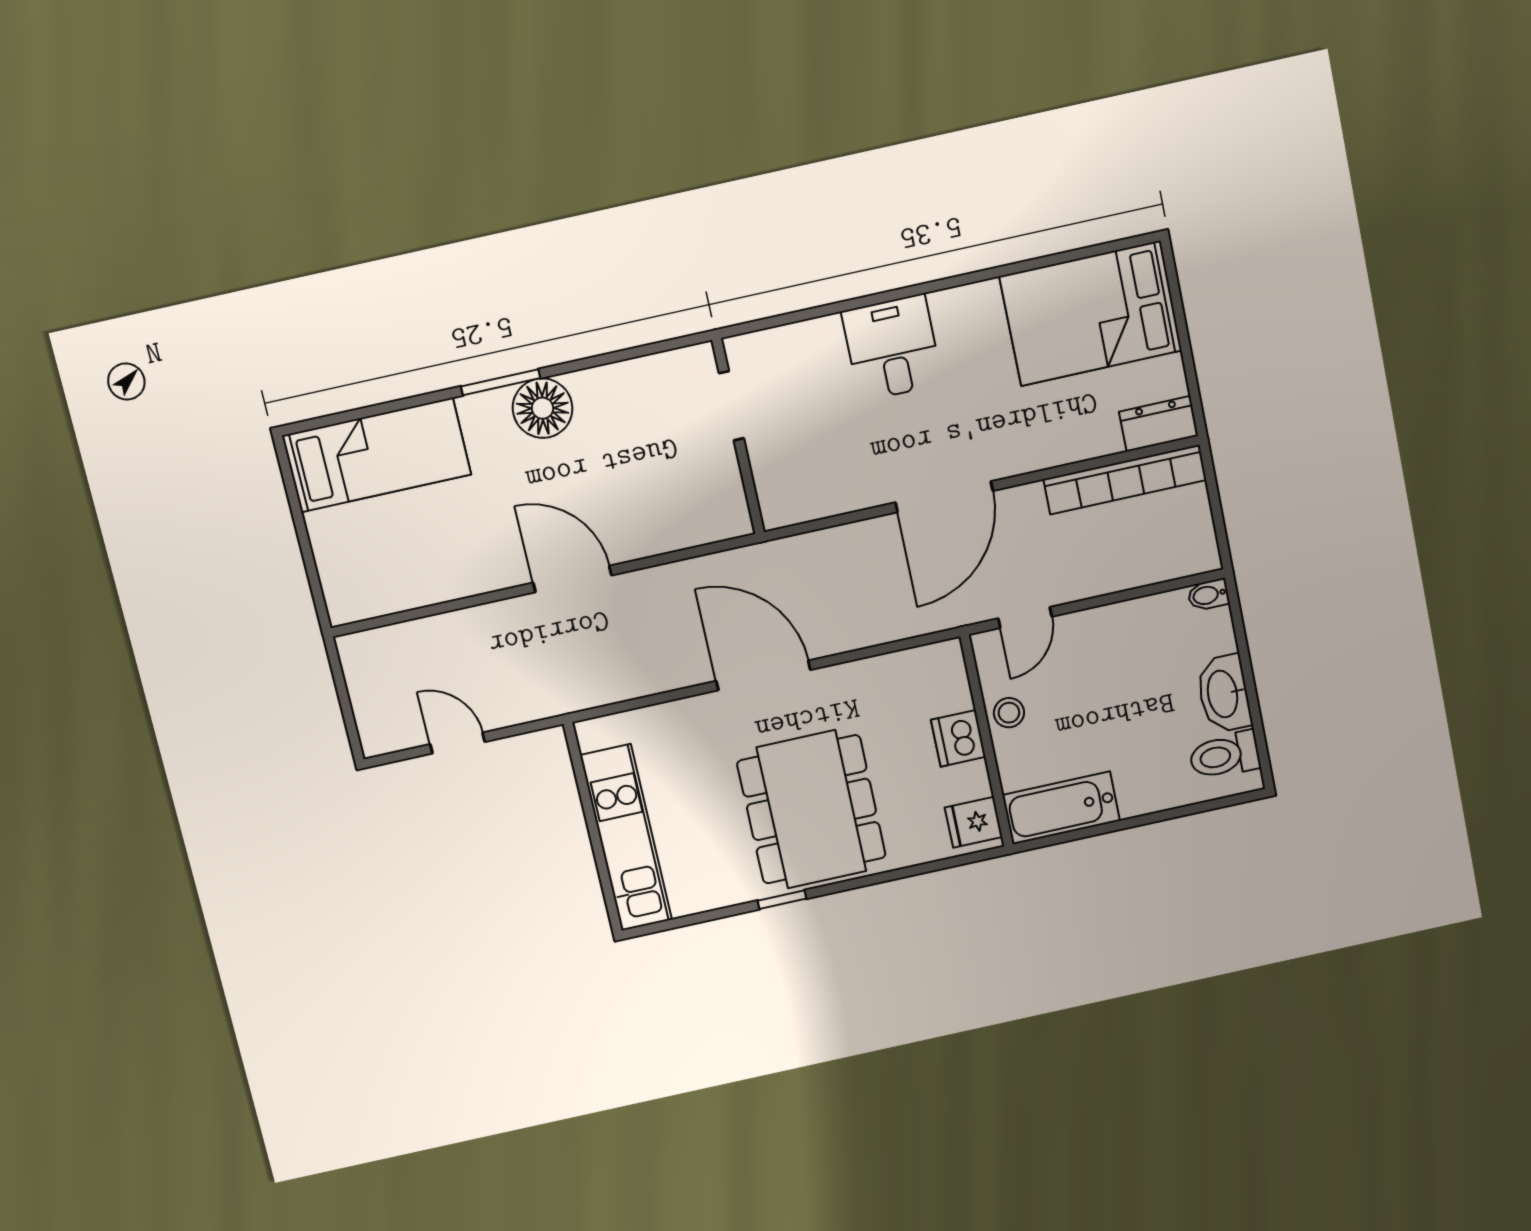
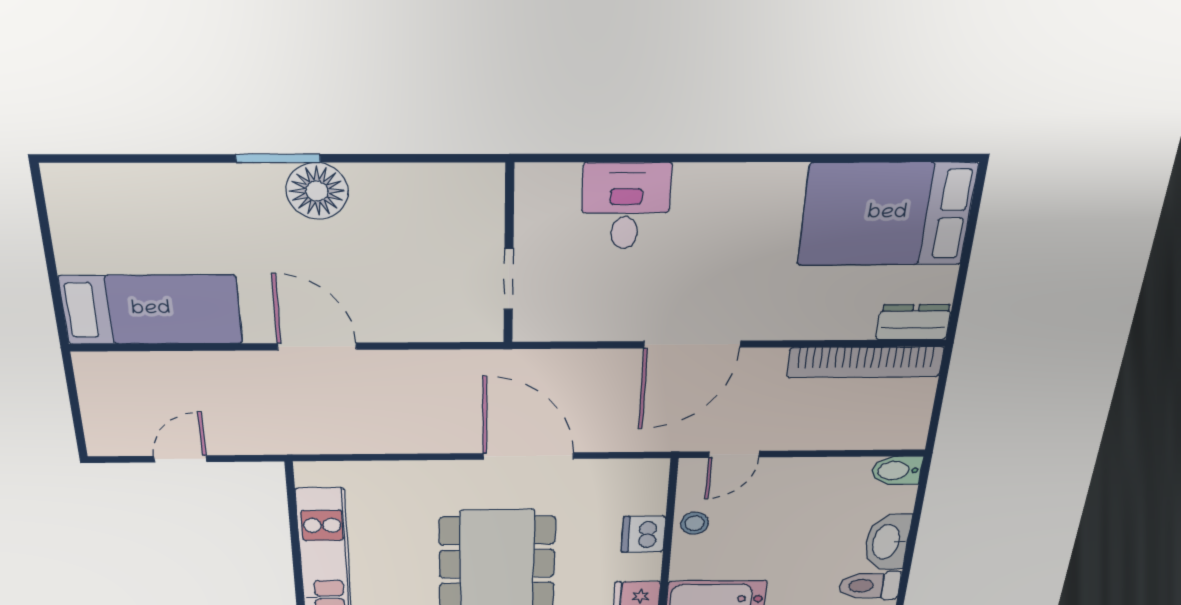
desk: (892, 348) -> (626, 206), moved
doorway: (731, 406) -> (509, 279), moved
bed: (377, 455) -> (151, 310), moved
bidet: (1208, 595) -> (897, 470), width x1.38, depth x1.36
door: (763, 675) -> (528, 456), moved
door: (458, 743) -> (180, 459), hinge flipped

